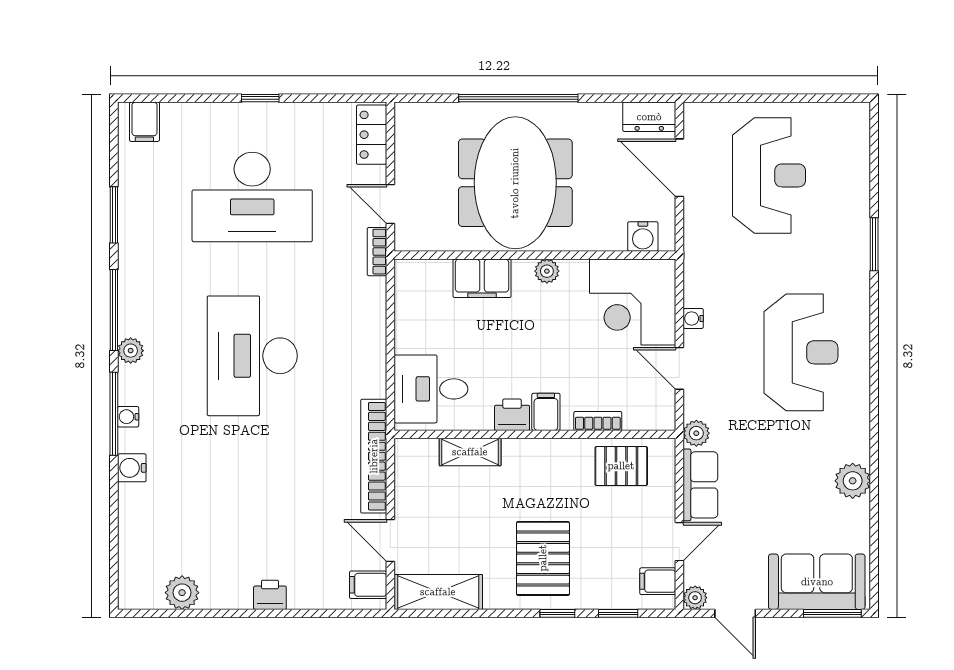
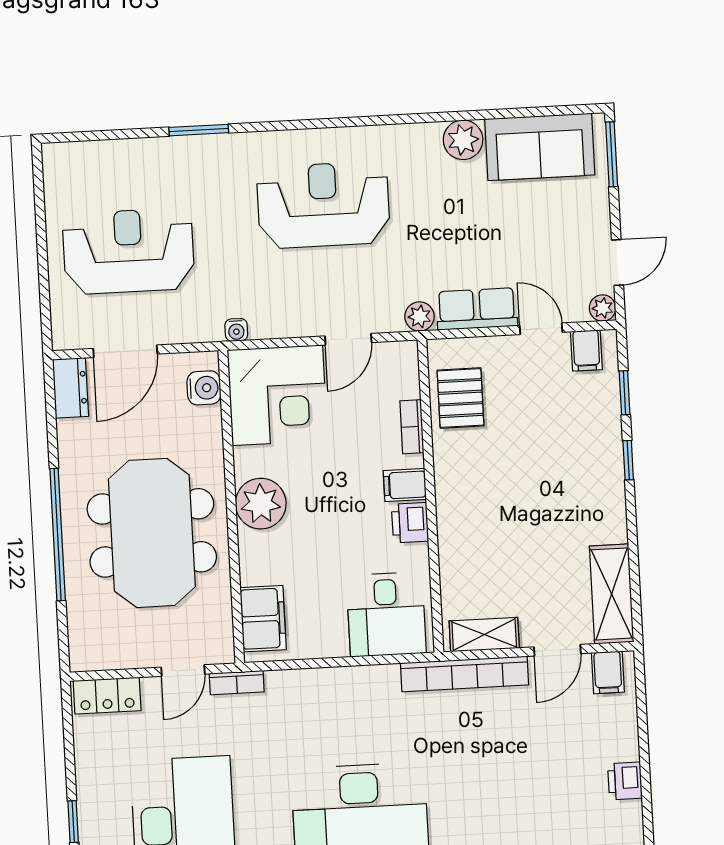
meeting table: (515, 183) -> (152, 533), turned 90
plant: (547, 271) -> (261, 504), width x1.87, depth x1.87
filing cabinet: (482, 278) -> (263, 619), moved
water cooler: (693, 318) -> (236, 330), moved
shelving: (470, 452) -> (484, 635), moved, turned 90
pallet: (543, 558) -> (568, 480), removed
sofa: (817, 582) -> (540, 147), moved, turned -90

